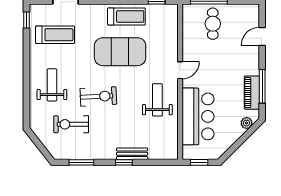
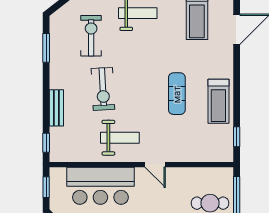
exercise mat: (120, 52) -> (177, 94), width x0.50, depth x0.69
exercise bike: (98, 96) -> (103, 89), moved
window: (124, 162) -> (46, 143), moved

